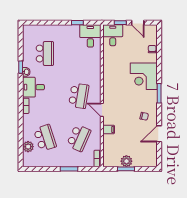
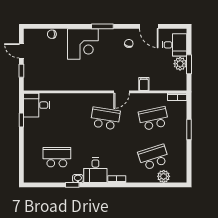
door: (138, 23) -> (21, 51), swing flipped
desk: (113, 35) -> (175, 45), moved, turned 180
school desk: (79, 138) -> (154, 118), turned -36

